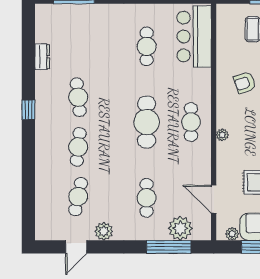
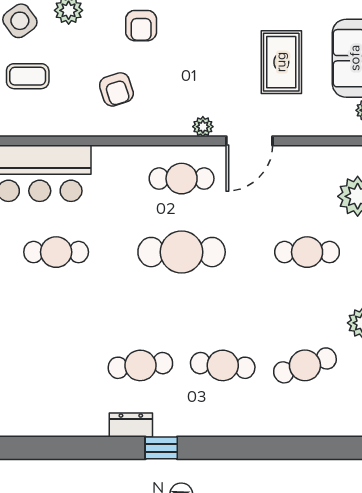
dresser: (42, 57) -> (131, 425), moved
cafe table: (78, 197) -> (305, 365), turned -30
door: (214, 199) -> (249, 141), moved

